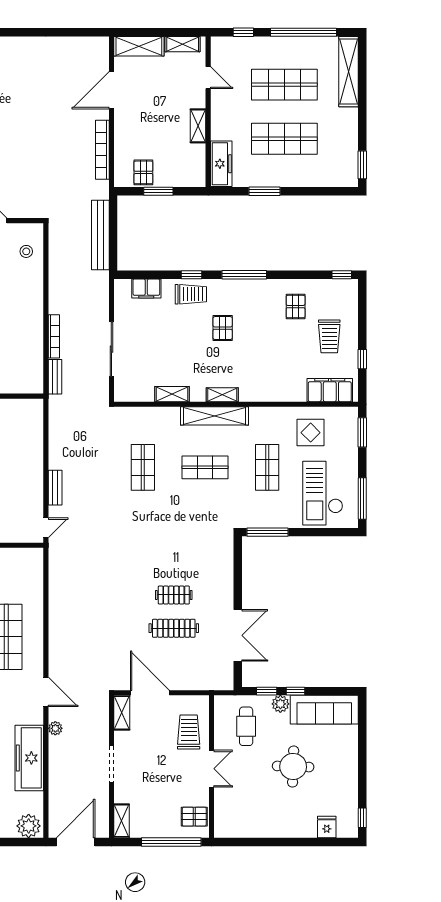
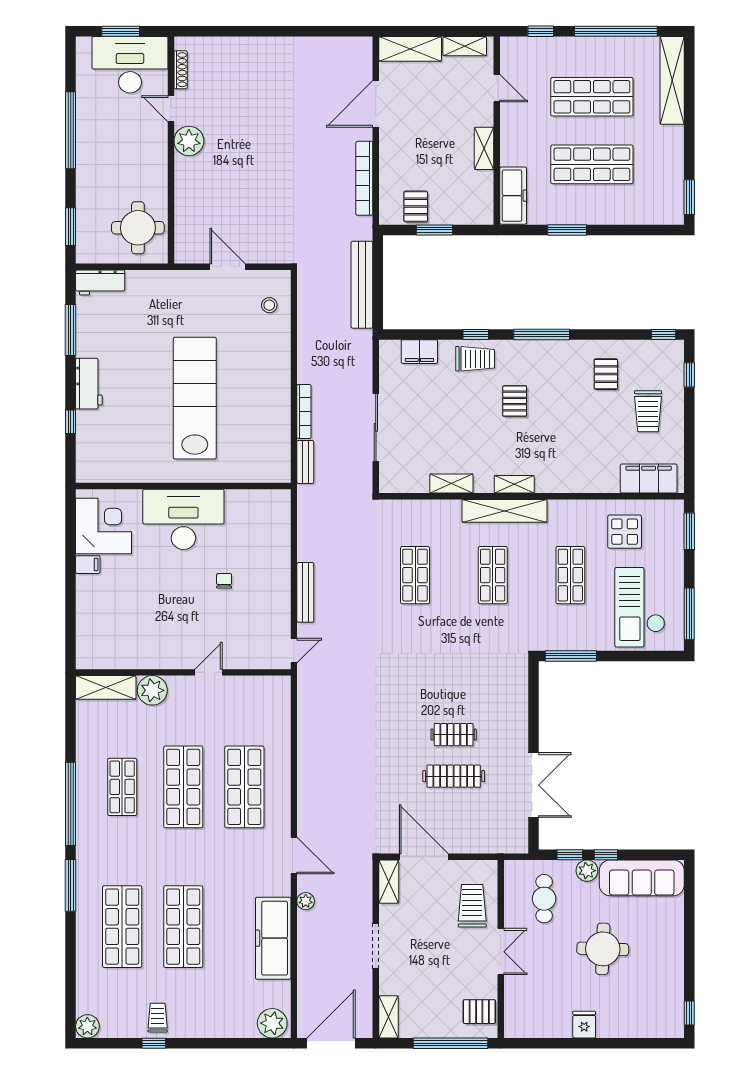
window: (362, 359) -> (689, 375), moved
shop shelf: (205, 467) -> (493, 575), turned 90
bench: (55, 488) -> (305, 592), width x1.36
fridge: (327, 827) -> (584, 1025), moved

